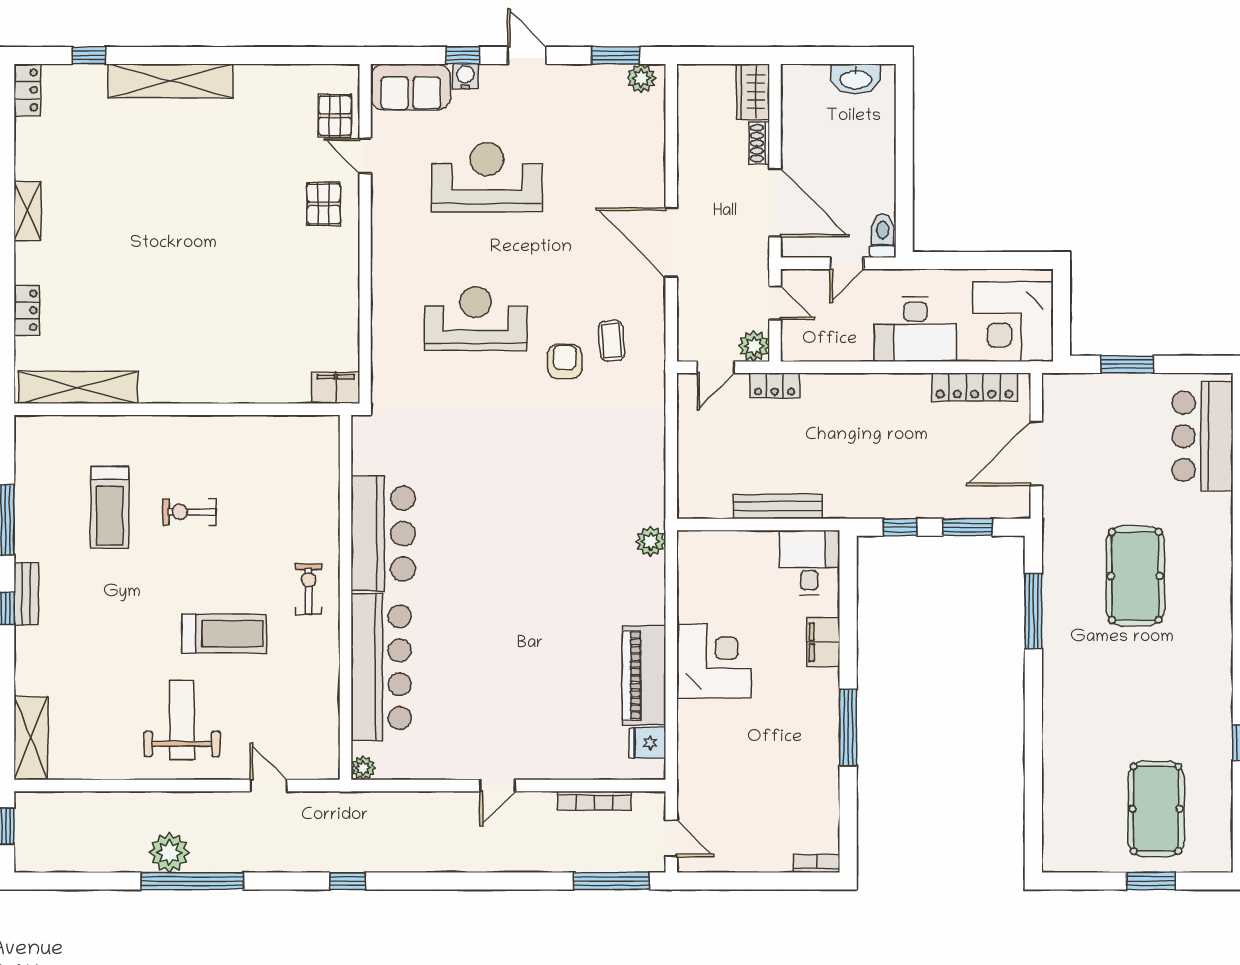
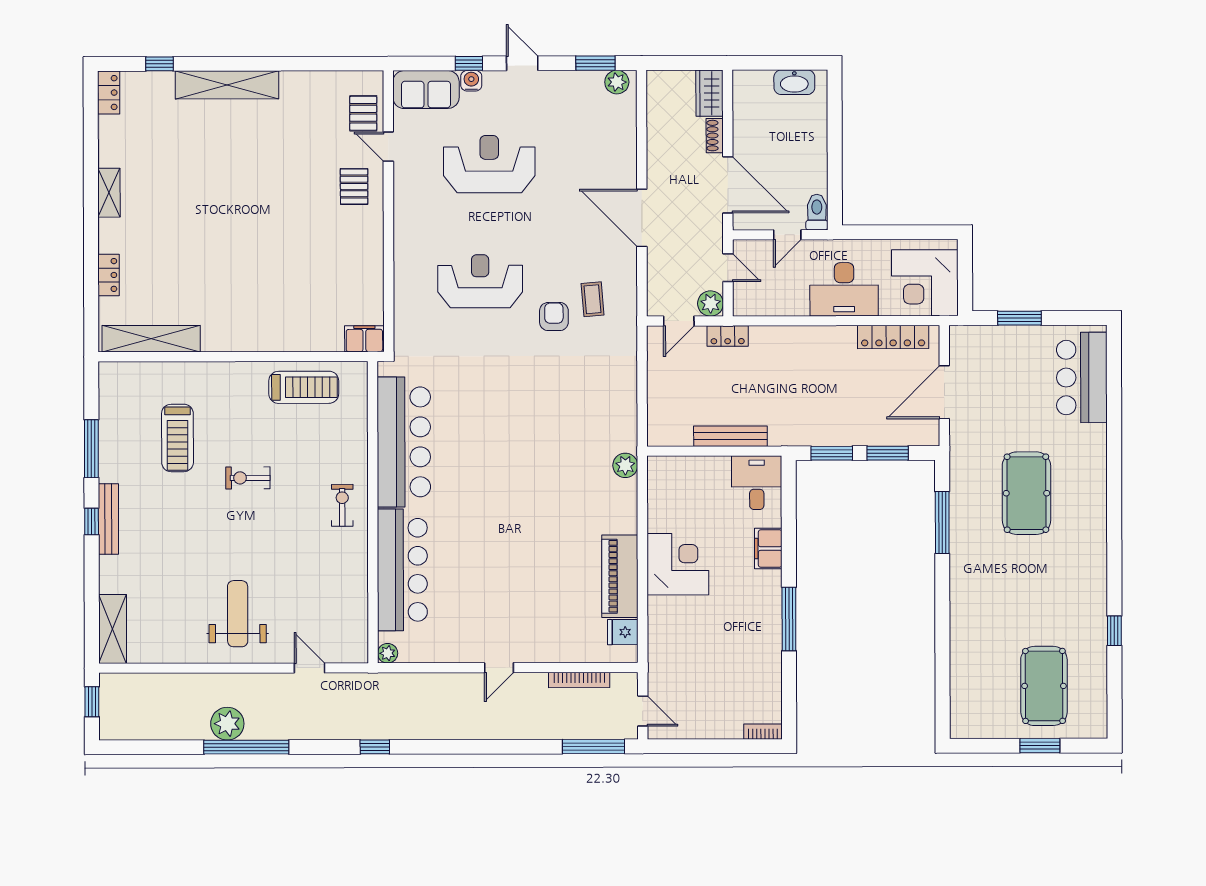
exercise bike: (189, 512) -> (248, 478), moved
window: (900, 527) -> (832, 453), width x1.50
bar counter: (383, 534) -> (404, 442), width x1.36
bench: (26, 594) -> (108, 519), width x1.36
treadmill: (224, 634) -> (304, 387), moved

